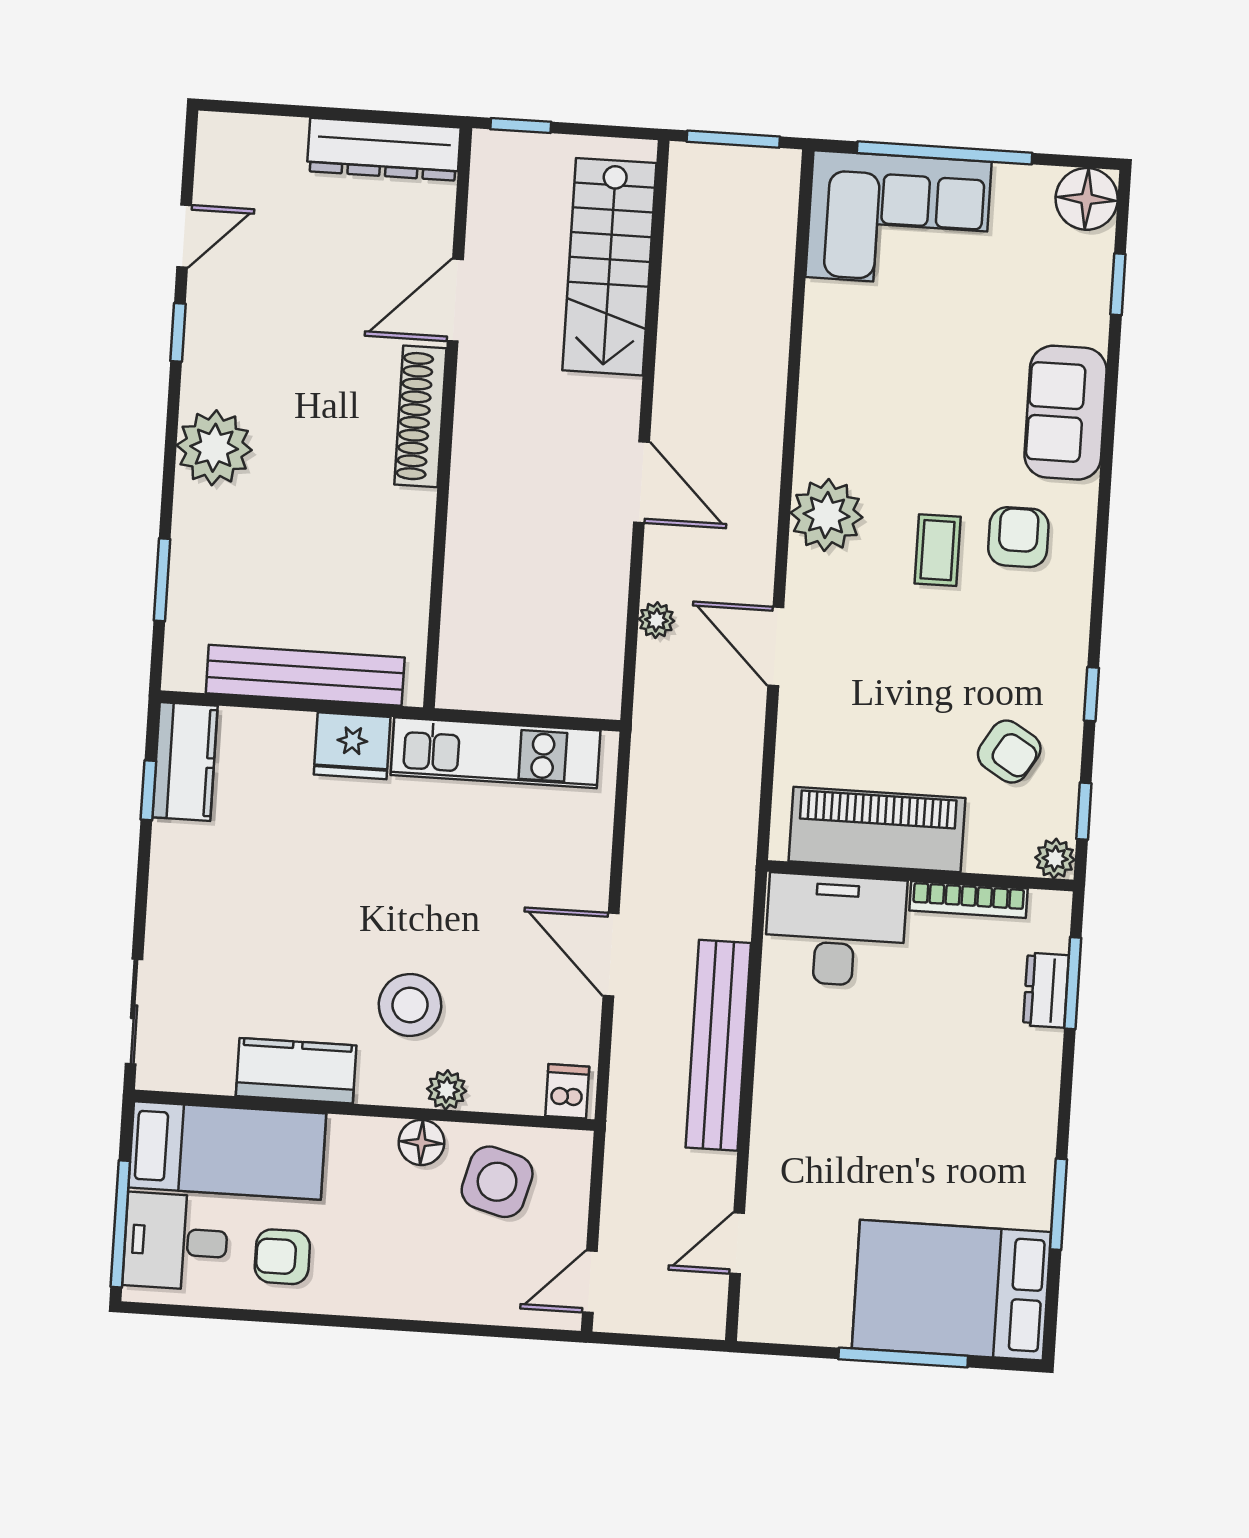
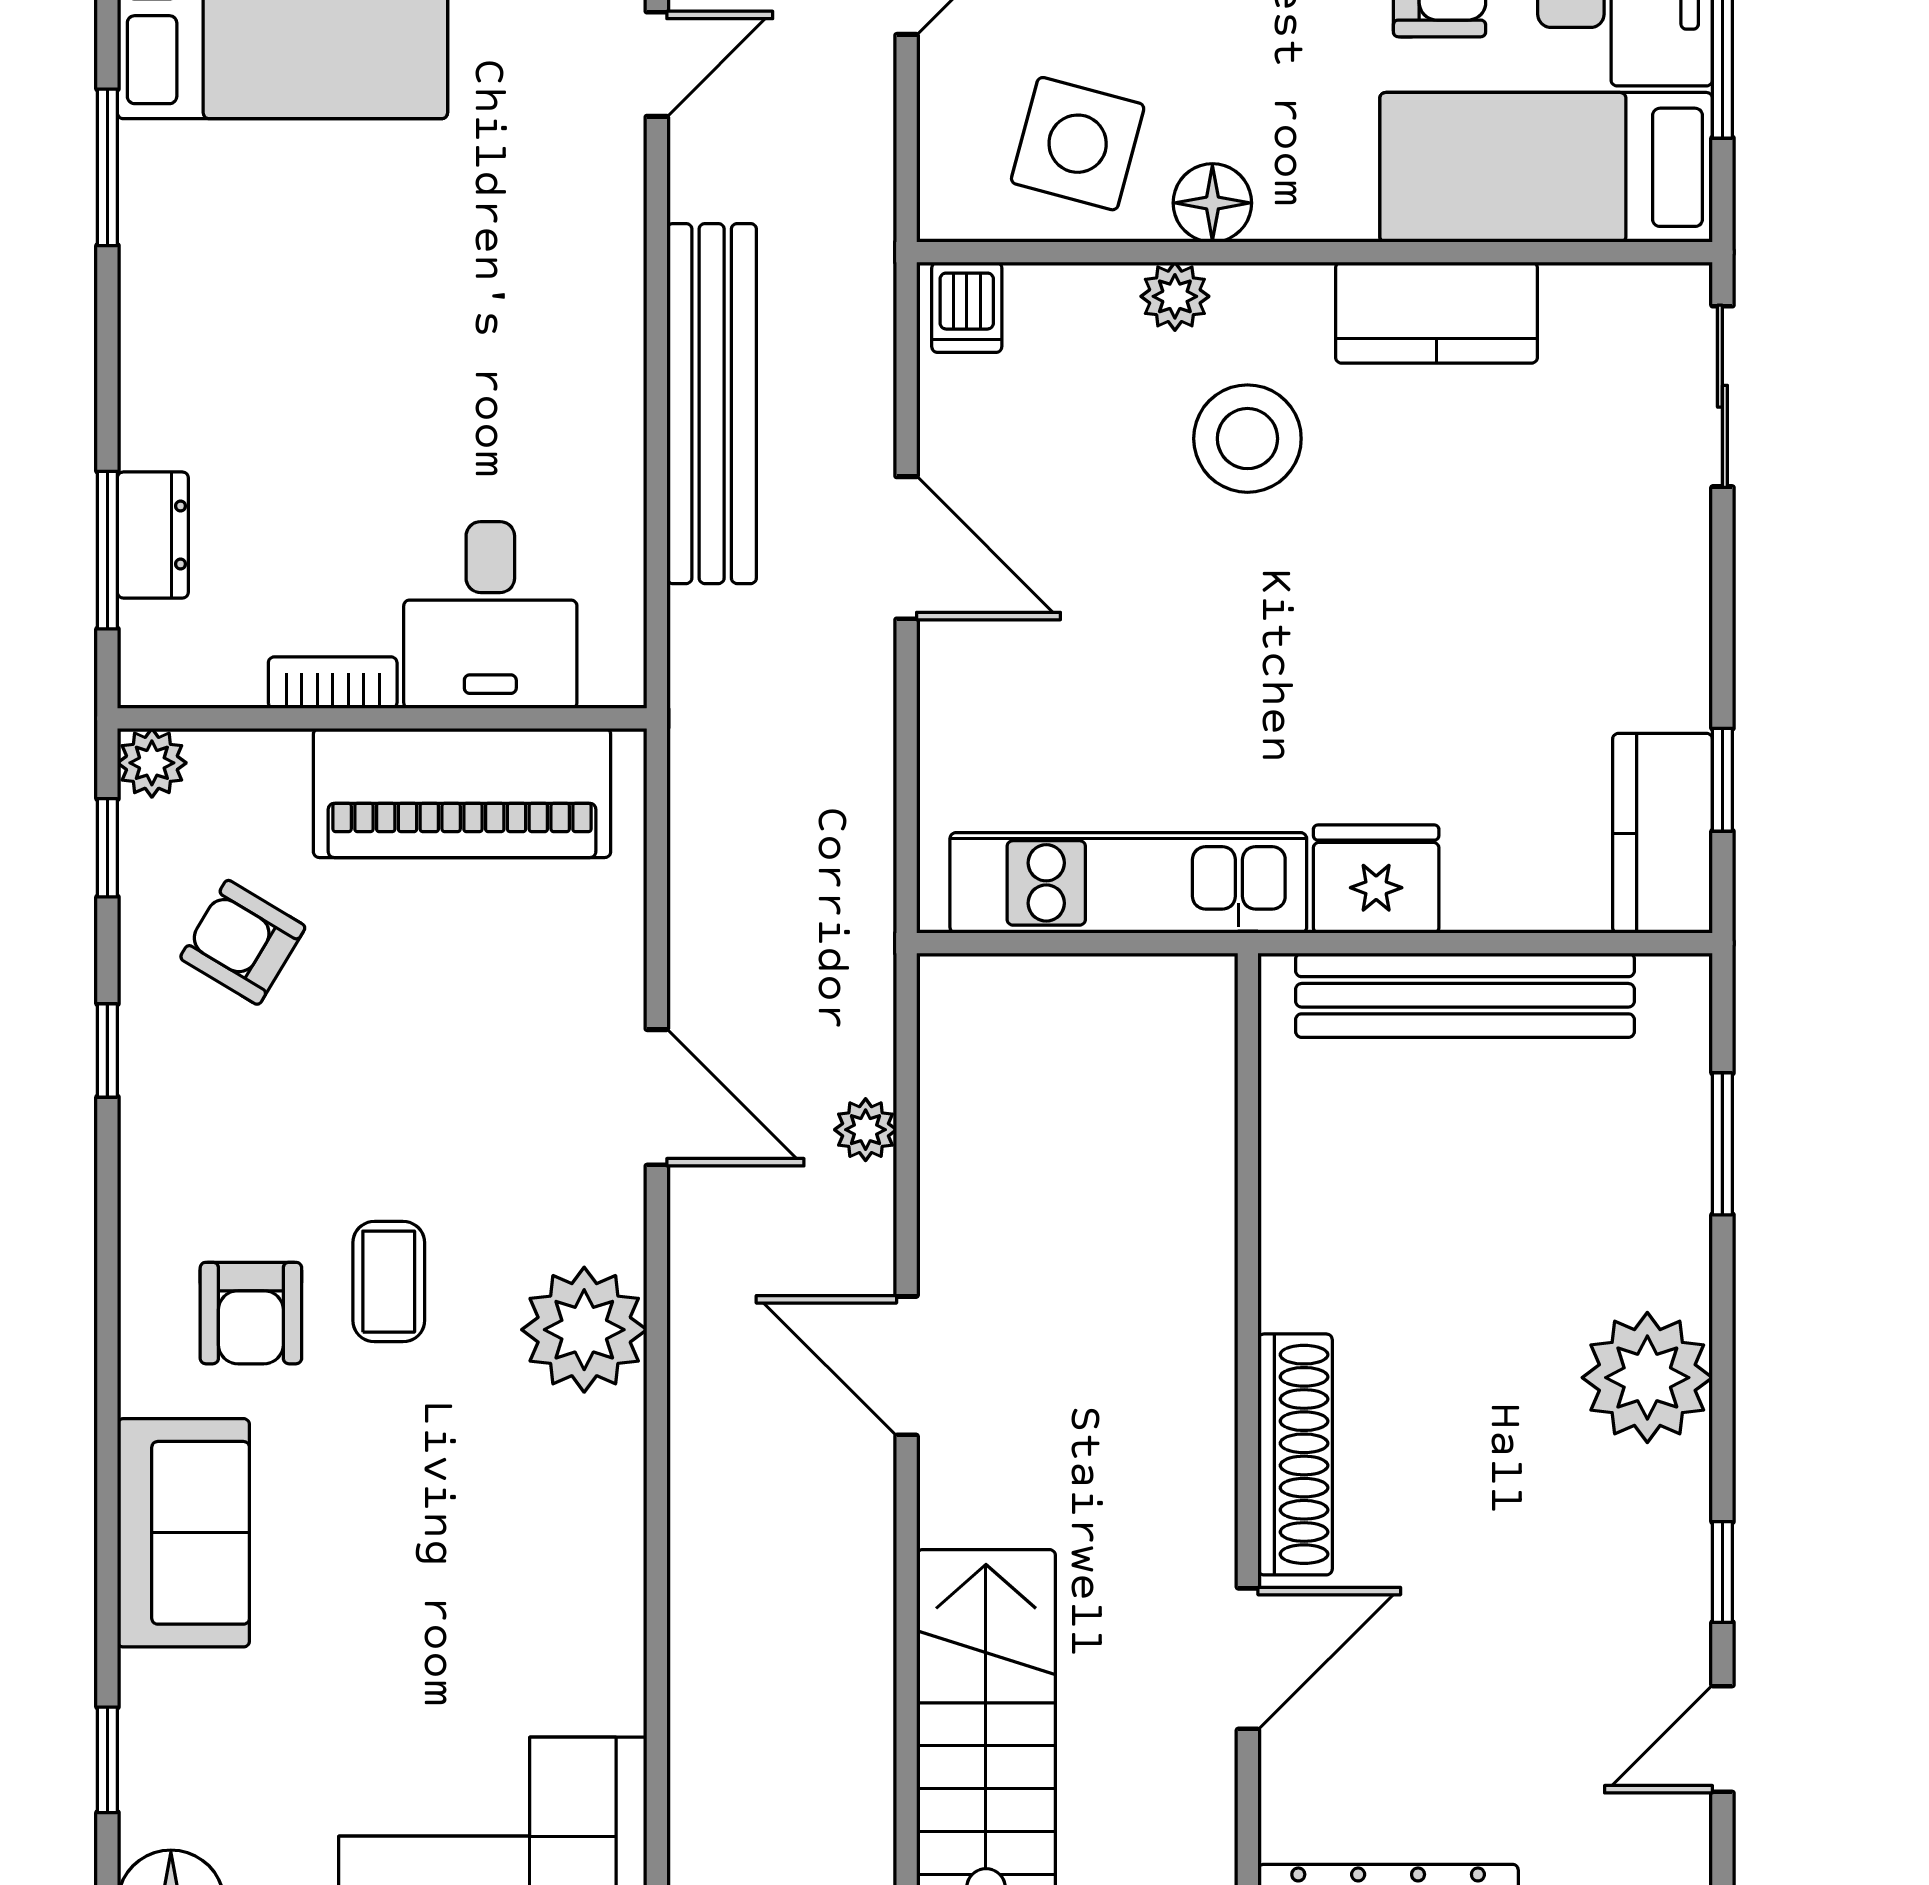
bookcase: (968, 900) -> (333, 683), width x0.64
desk: (835, 930) -> (490, 615), width x0.73

